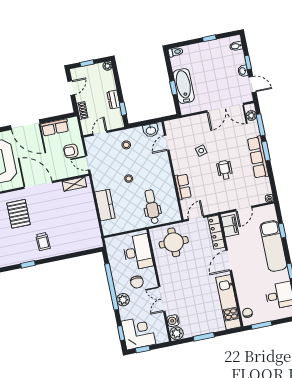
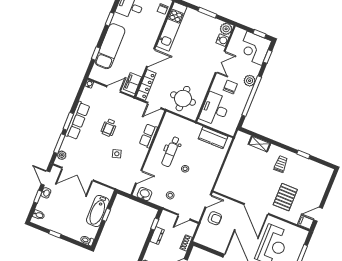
double door: (225, 108) -> (77, 174), swing flipped
row of seats: (55, 127) -> (215, 244), removed
door: (88, 163) -> (208, 201), hinge flipped
shelving: (74, 184) -> (259, 144), moved
kitchen counter: (105, 205) -> (213, 138), moved, turned -90
dental chair: (152, 207) -> (171, 152), moved

